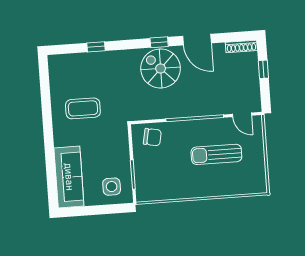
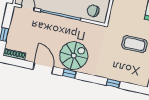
spiral stairs: (161, 68) -> (74, 56), turned -90

